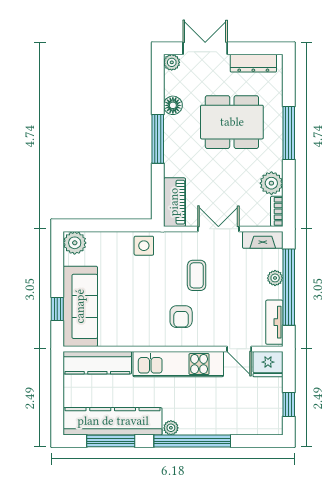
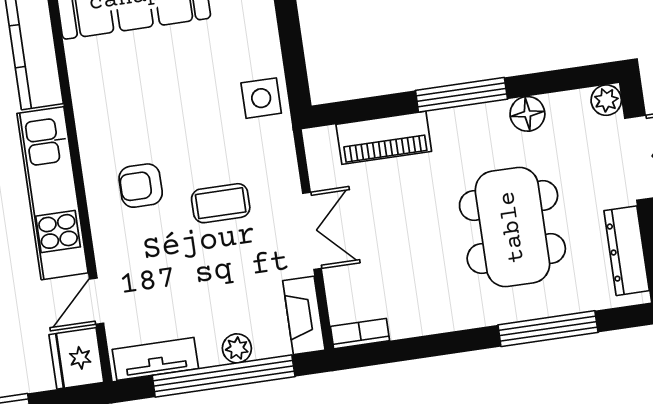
window: (289, 133) -> (548, 329), moved
plant: (271, 183) -> (411, 316), removed
piano: (174, 202) -> (384, 138), moved

